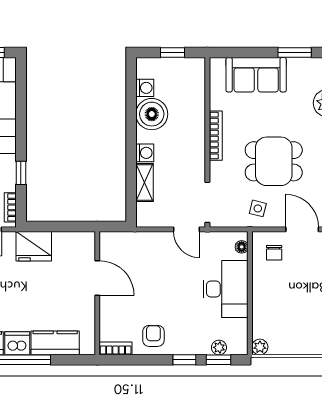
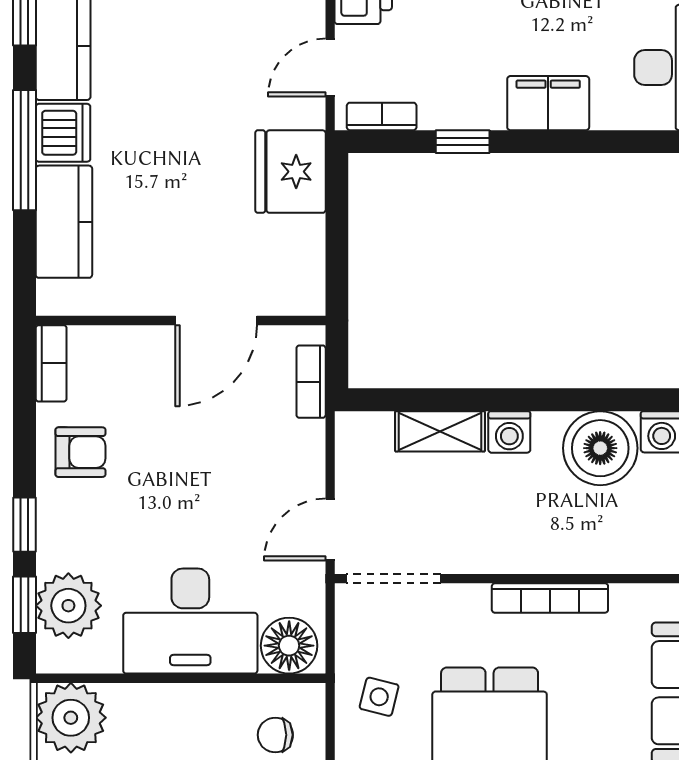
bookcase: (123, 237) -> (311, 382), added
floor lamp: (242, 247) -> (289, 646), width x1.89, depth x1.89
plant: (219, 347) -> (68, 606), width x1.88, depth x1.88
plant: (260, 347) -> (71, 718), width x1.88, depth x1.88

